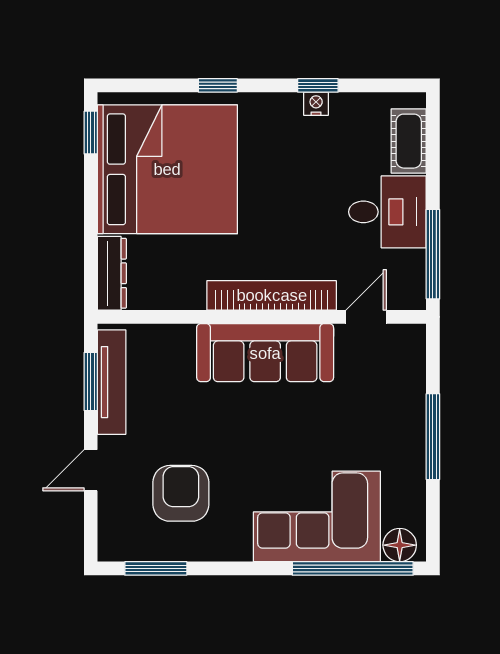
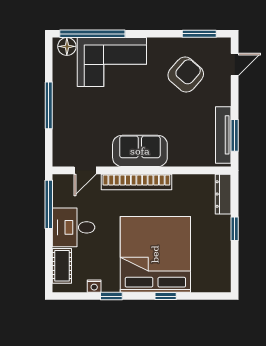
nightstand: (316, 104) -> (94, 286), moved
window: (91, 133) -> (235, 229), moved
bed: (167, 169) -> (155, 254), moved, turned 90
sofa: (265, 353) -> (140, 151), width x0.73
door: (91, 470) -> (235, 65), moved
armchair: (181, 493) -> (186, 75), turned -139

